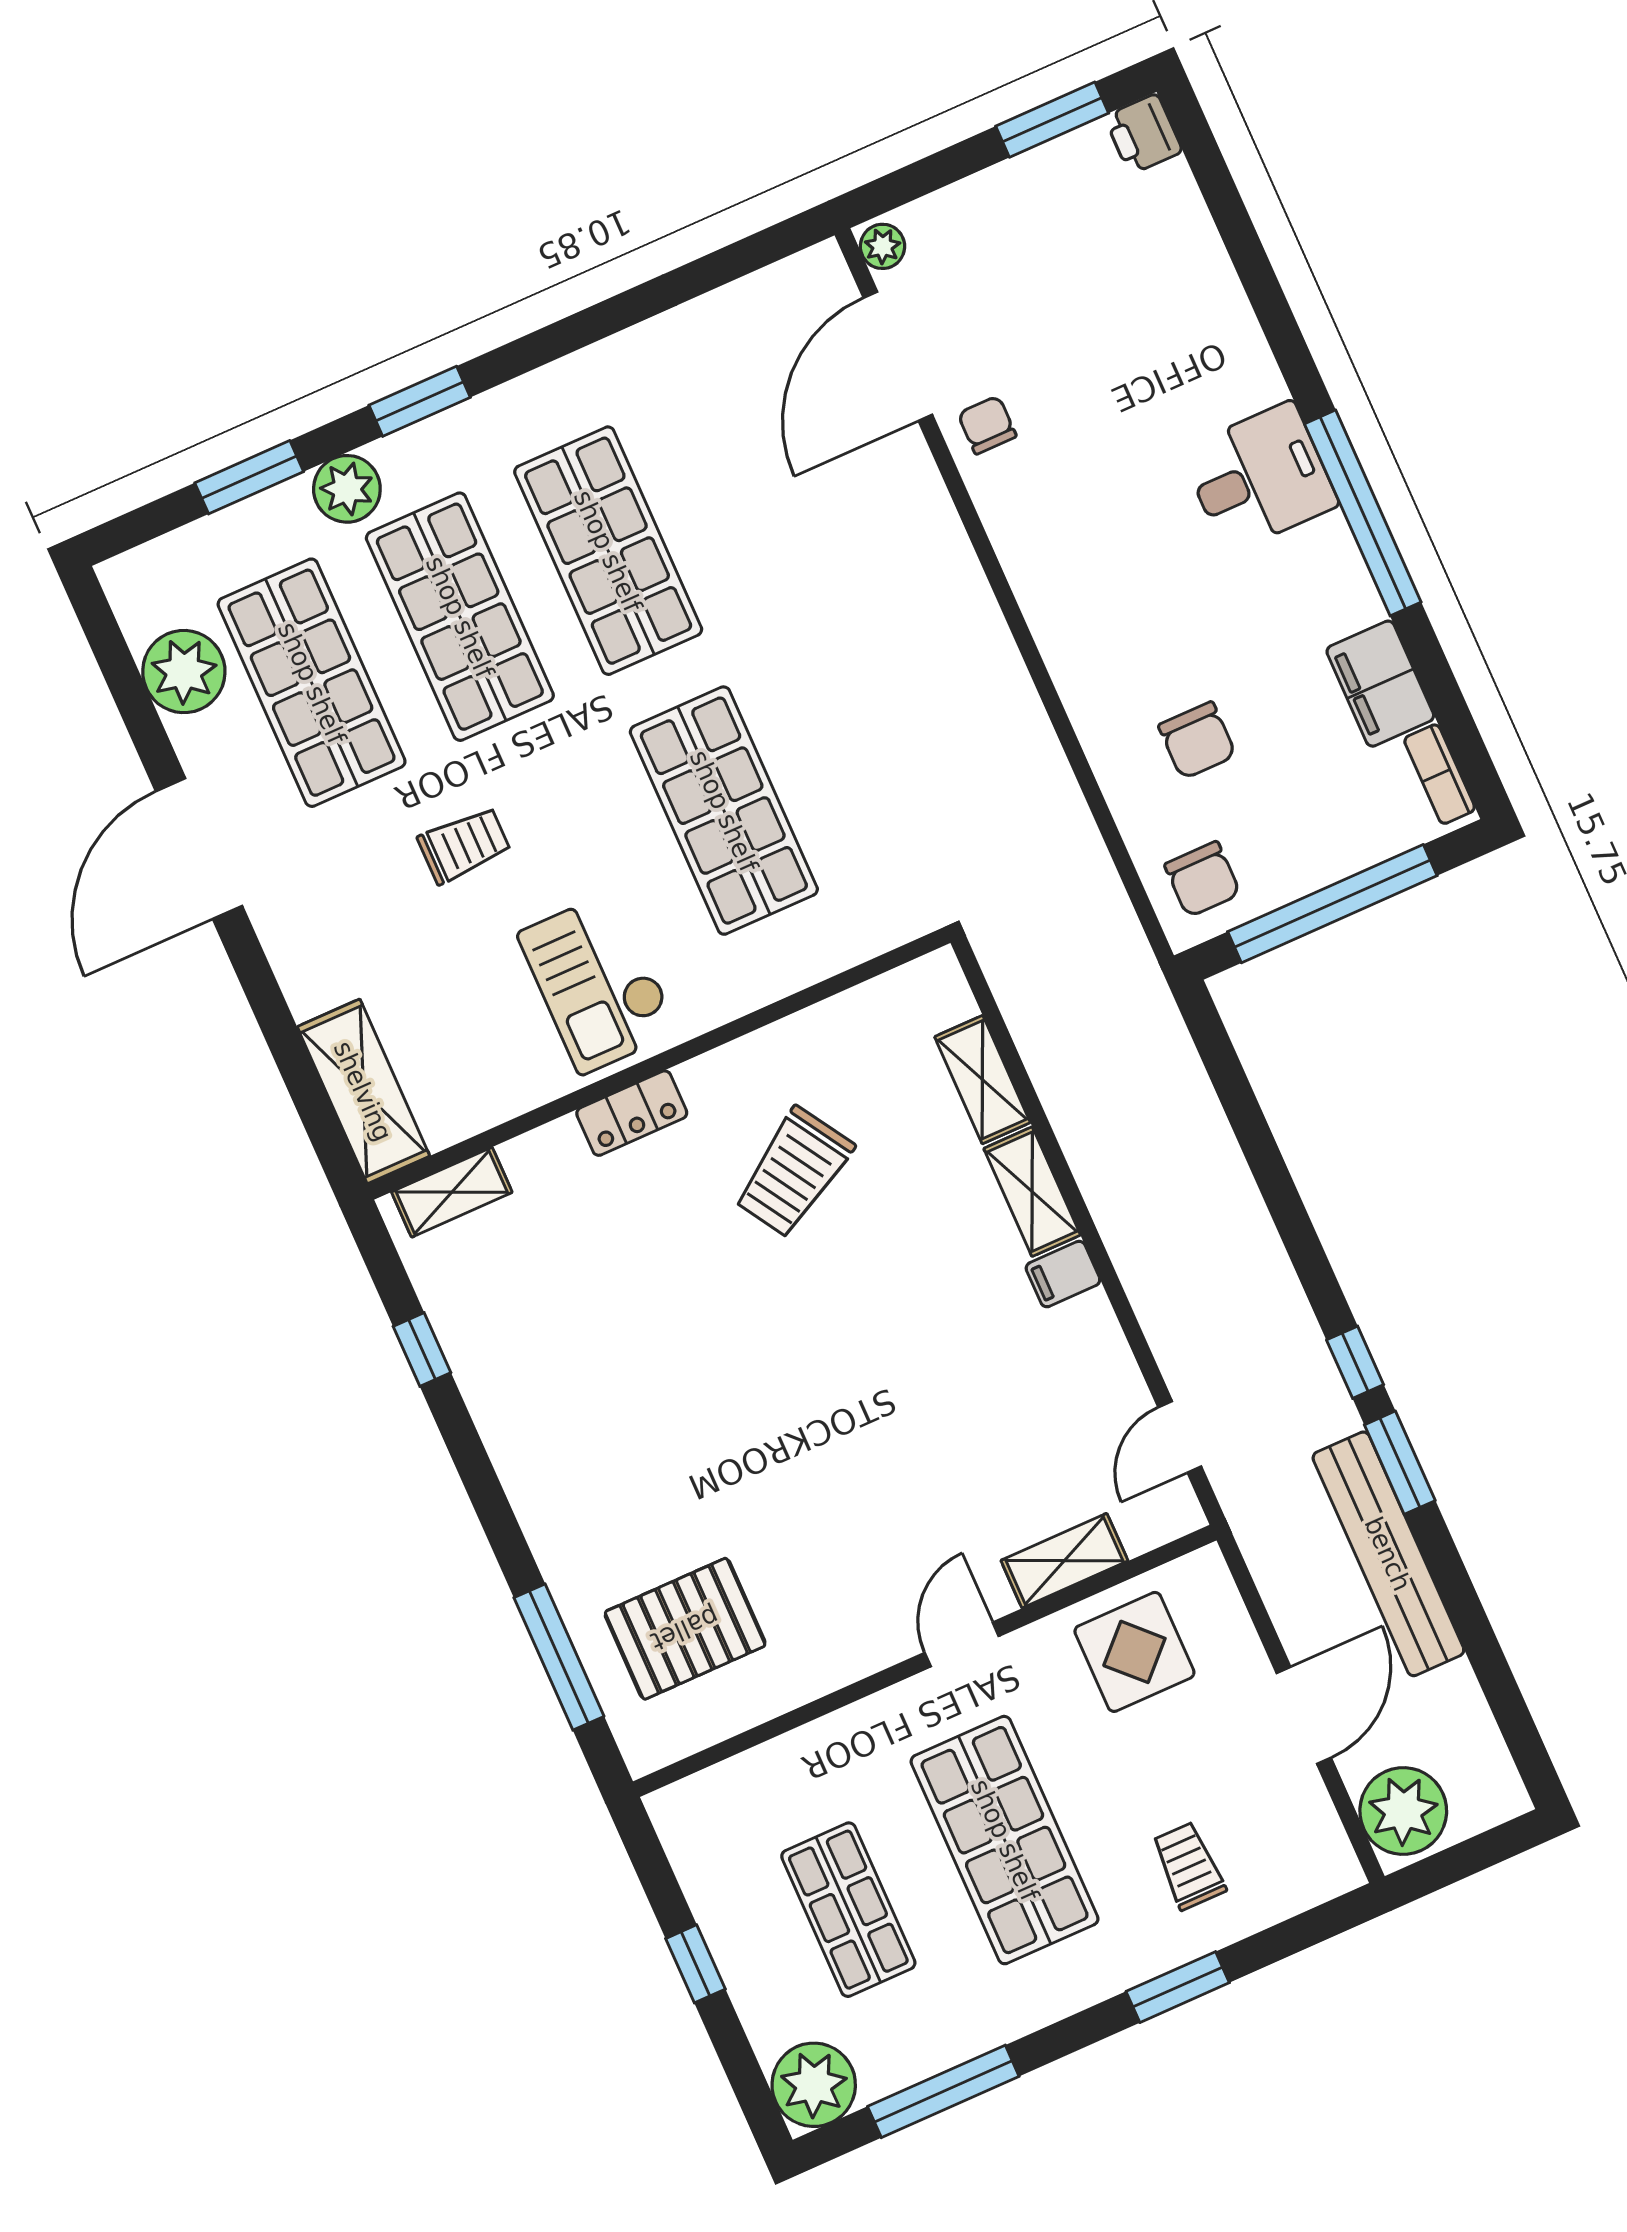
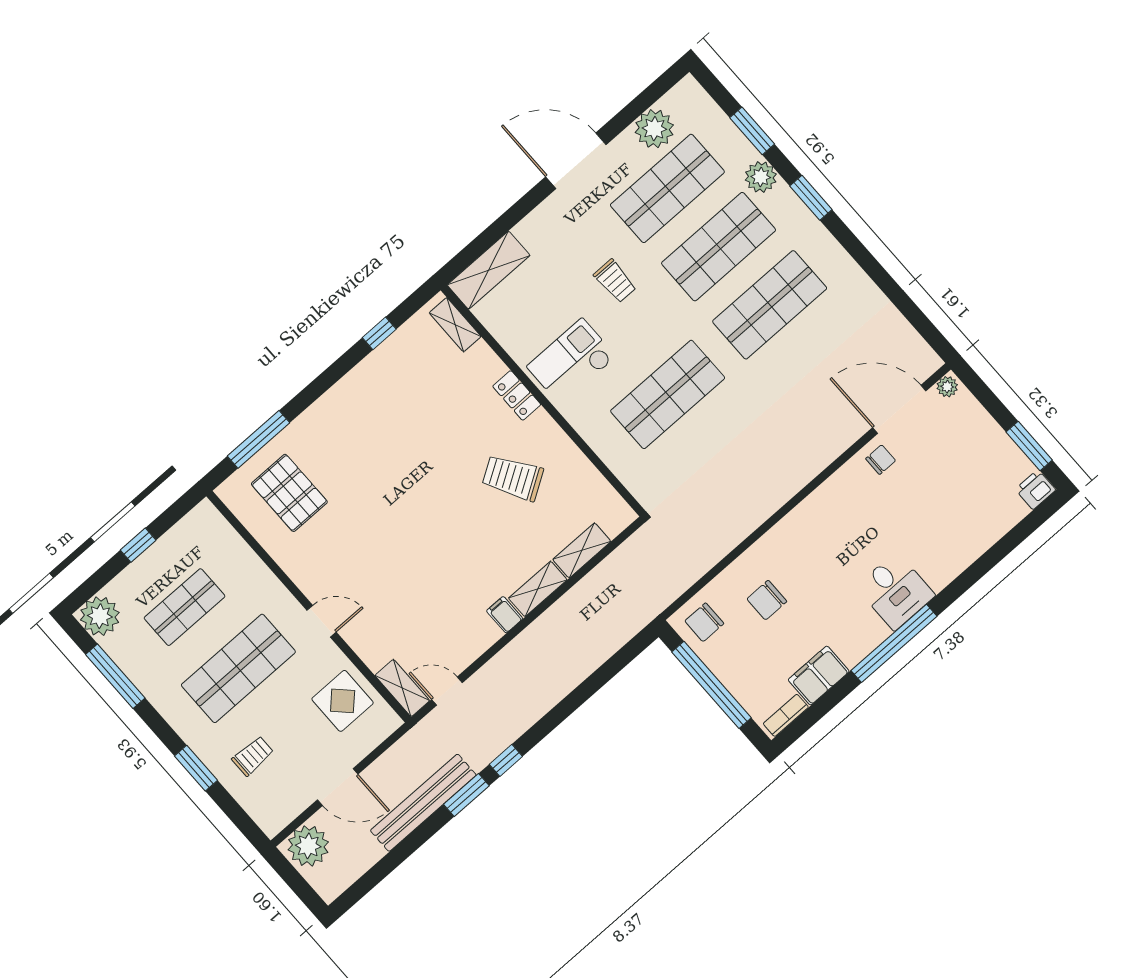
shelving: (1064, 1561) -> (402, 688), moved

